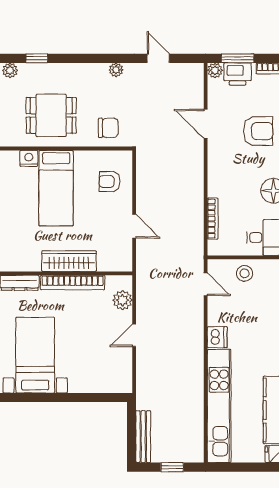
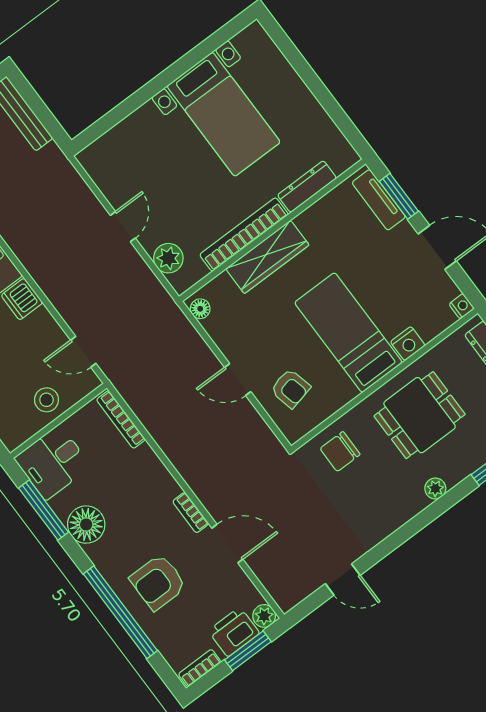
plant: (116, 70) -> (435, 489), moved
bookcase: (213, 155) -> (191, 513), added
armchair: (110, 182) -> (290, 388), turned 77
bookcase: (213, 219) -> (121, 419), moved
door: (134, 226) -> (238, 380), moved
floor lamp: (126, 260) -> (200, 309), added

